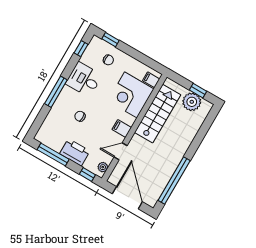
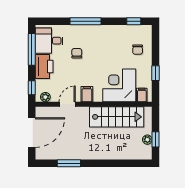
window: (110, 40) -> (156, 73), moved
desk: (84, 79) -> (49, 41), moved, turned -90
plant: (192, 102) -> (147, 140), width x0.53, depth x0.53
door: (121, 151) -> (67, 104), hinge flipped
window: (174, 180) -> (69, 163), width x0.47

